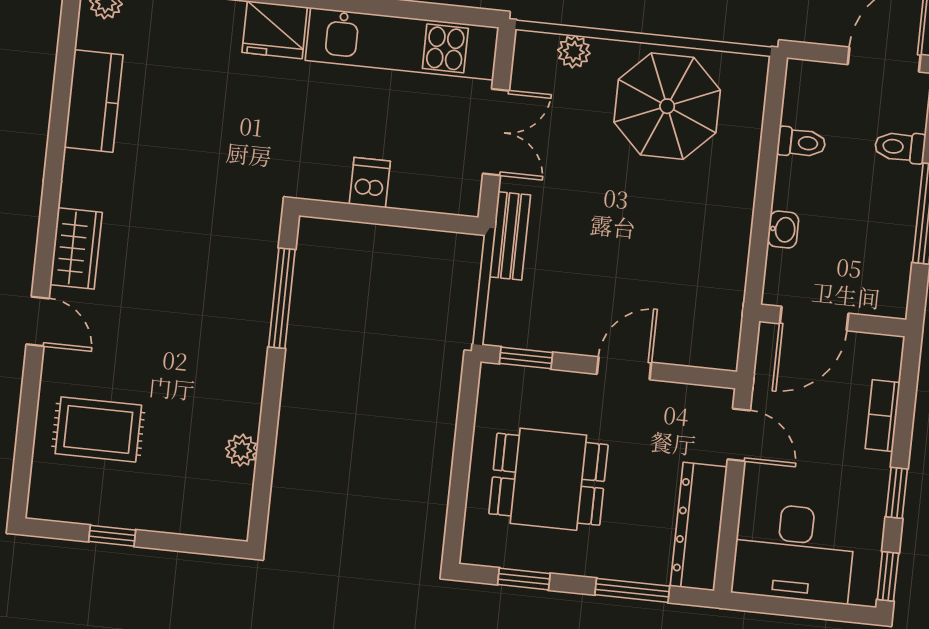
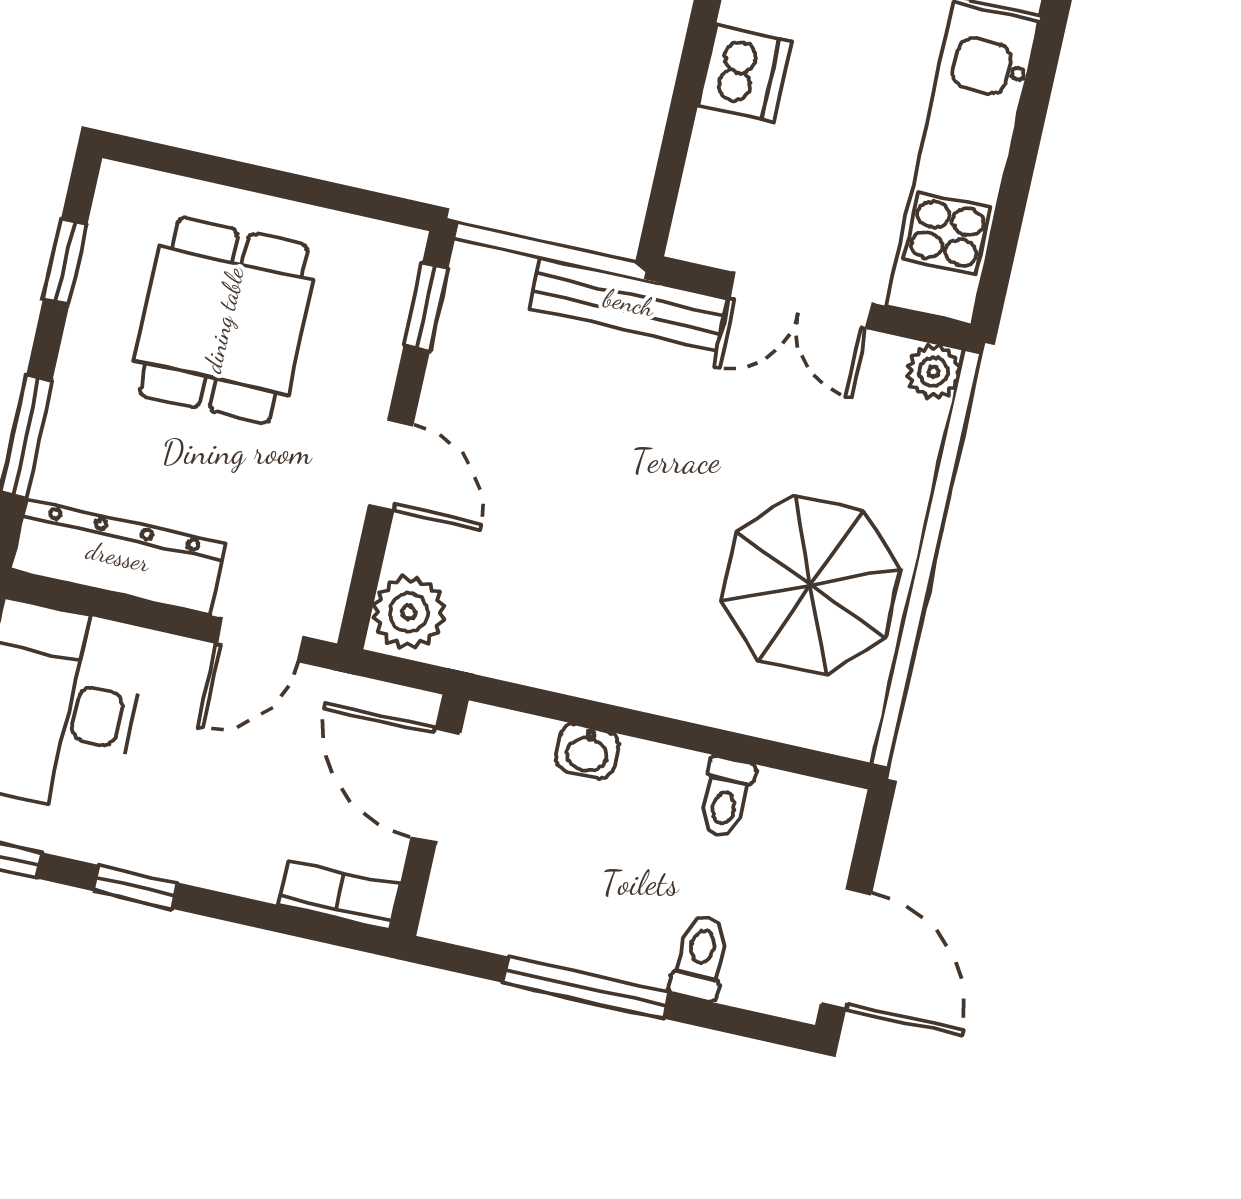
plant: (574, 52) -> (933, 372), moved
dishwasher: (370, 183) -> (745, 74), width x1.38
bench: (510, 236) -> (629, 303), width x1.36
plant: (712, 347) -> (409, 612), added
bookcase: (883, 416) -> (339, 895), moved

